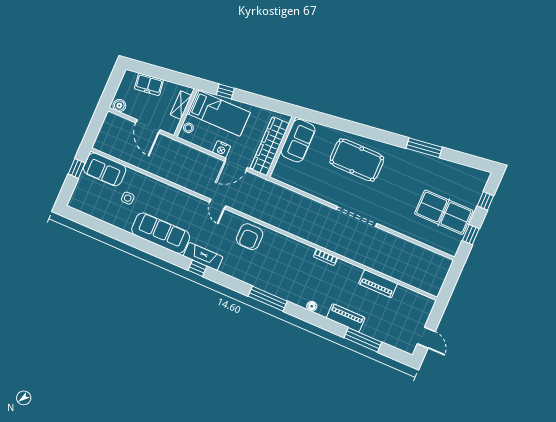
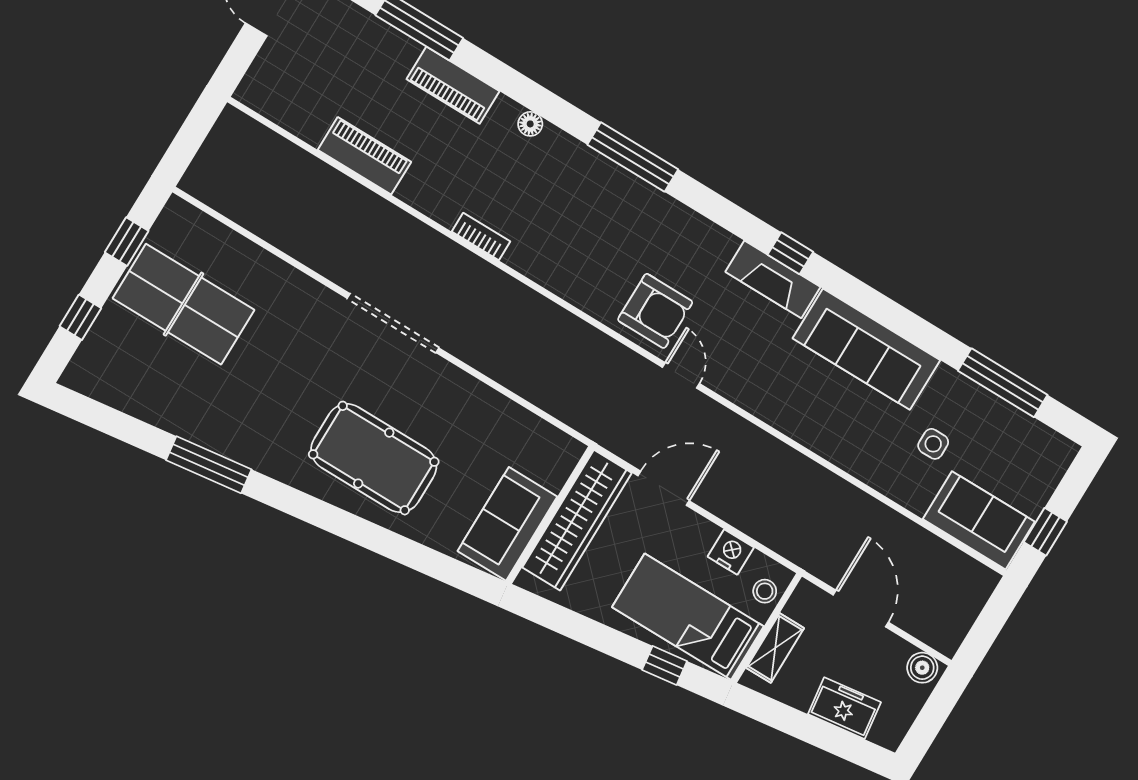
nightstand: (222, 149) -> (731, 552), moved
door: (218, 204) -> (681, 375), moved
window: (103, 227) -> (1003, 383), added
armchair: (250, 237) -> (655, 311), turned 90

